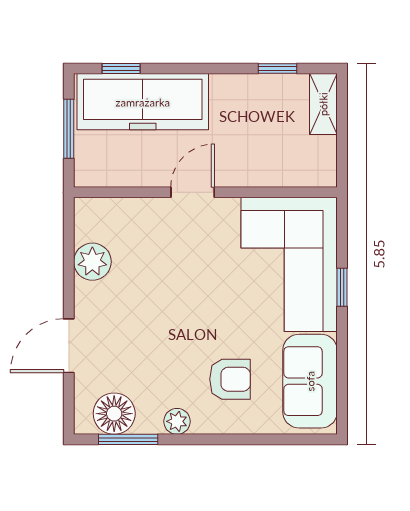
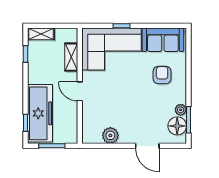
shelving: (271, 173) -> (71, 57), added
plant: (177, 421) -> (181, 110), moved

